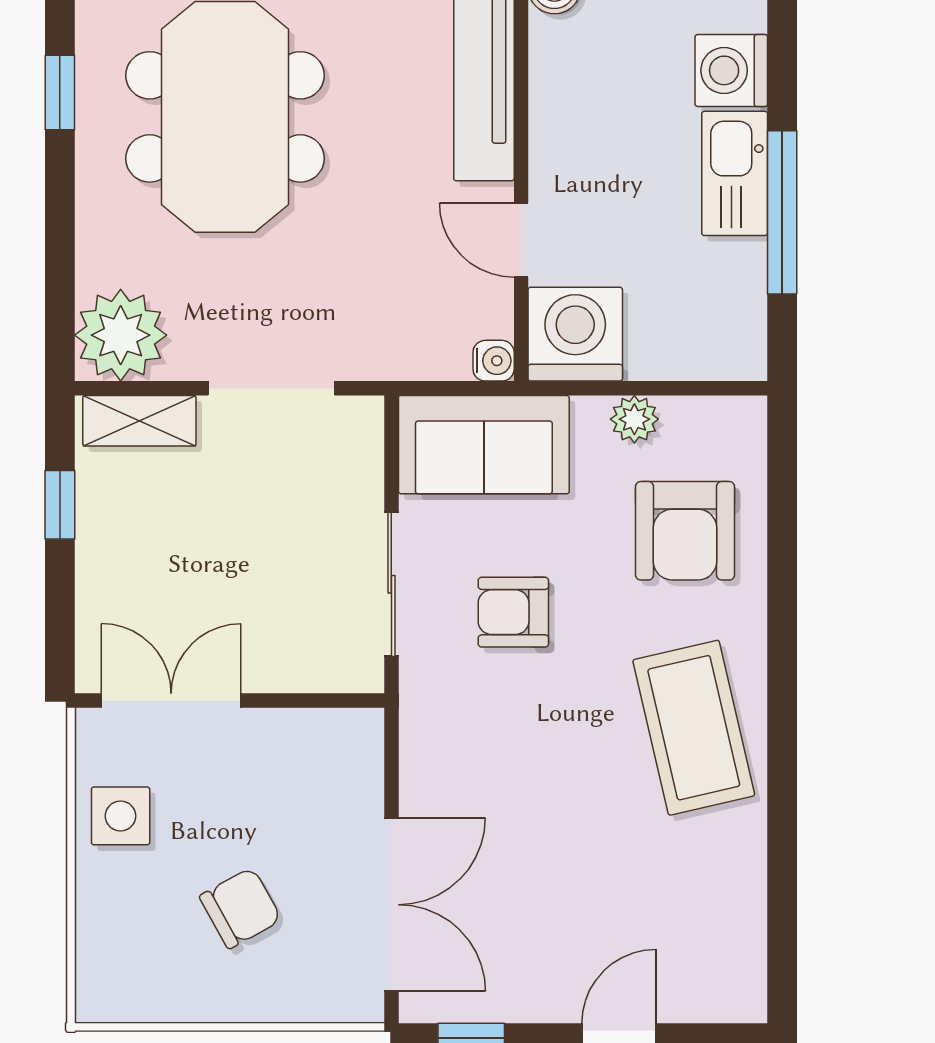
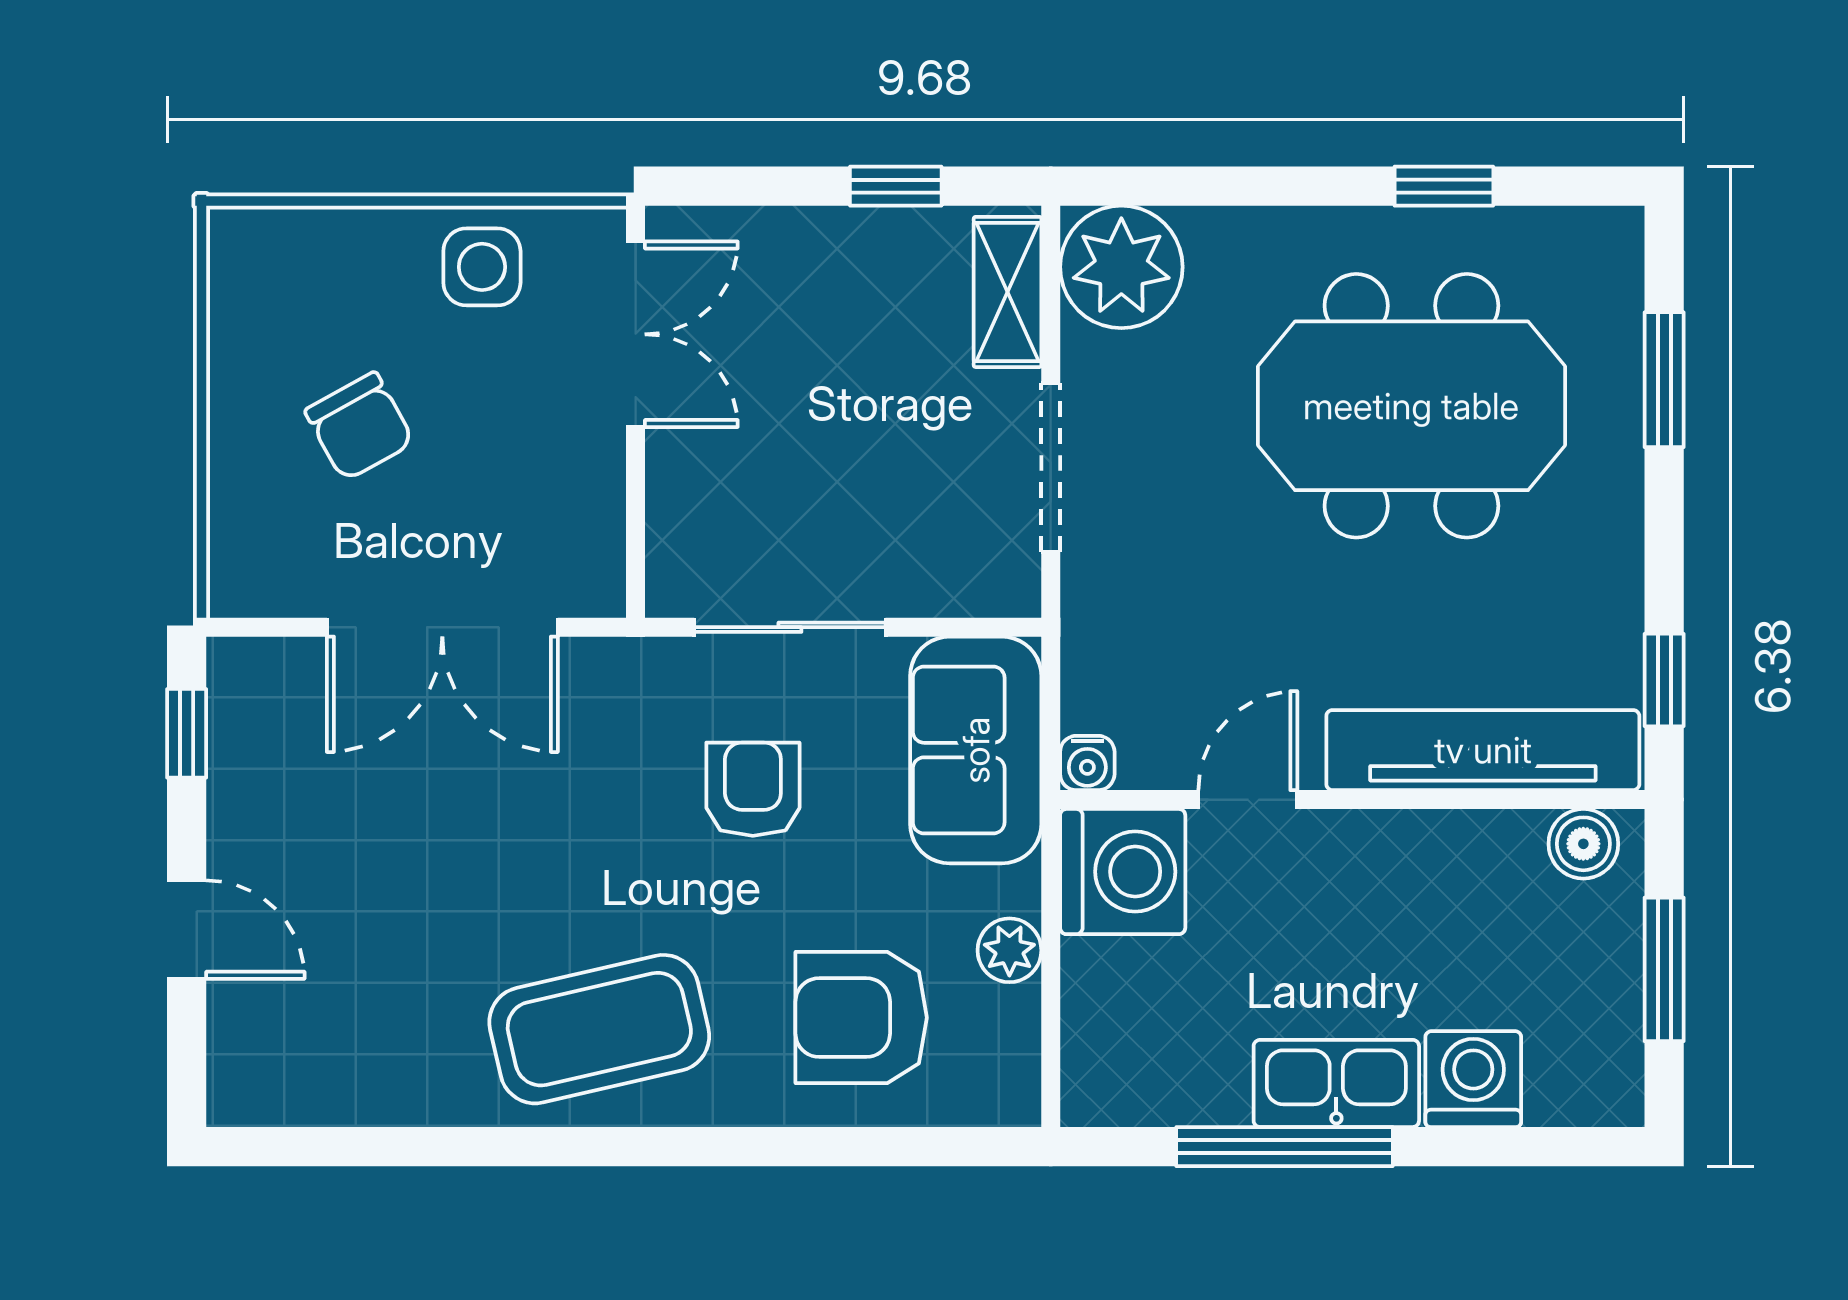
double door: (391, 905) -> (442, 627), moved

